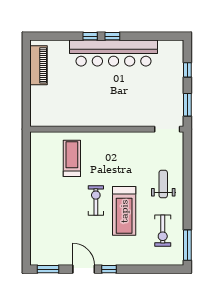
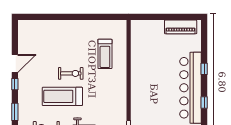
window: (112, 36) -> (204, 103), moved
treadmill: (72, 158) -> (105, 54), turned 90
window: (48, 269) -> (15, 112), moved

